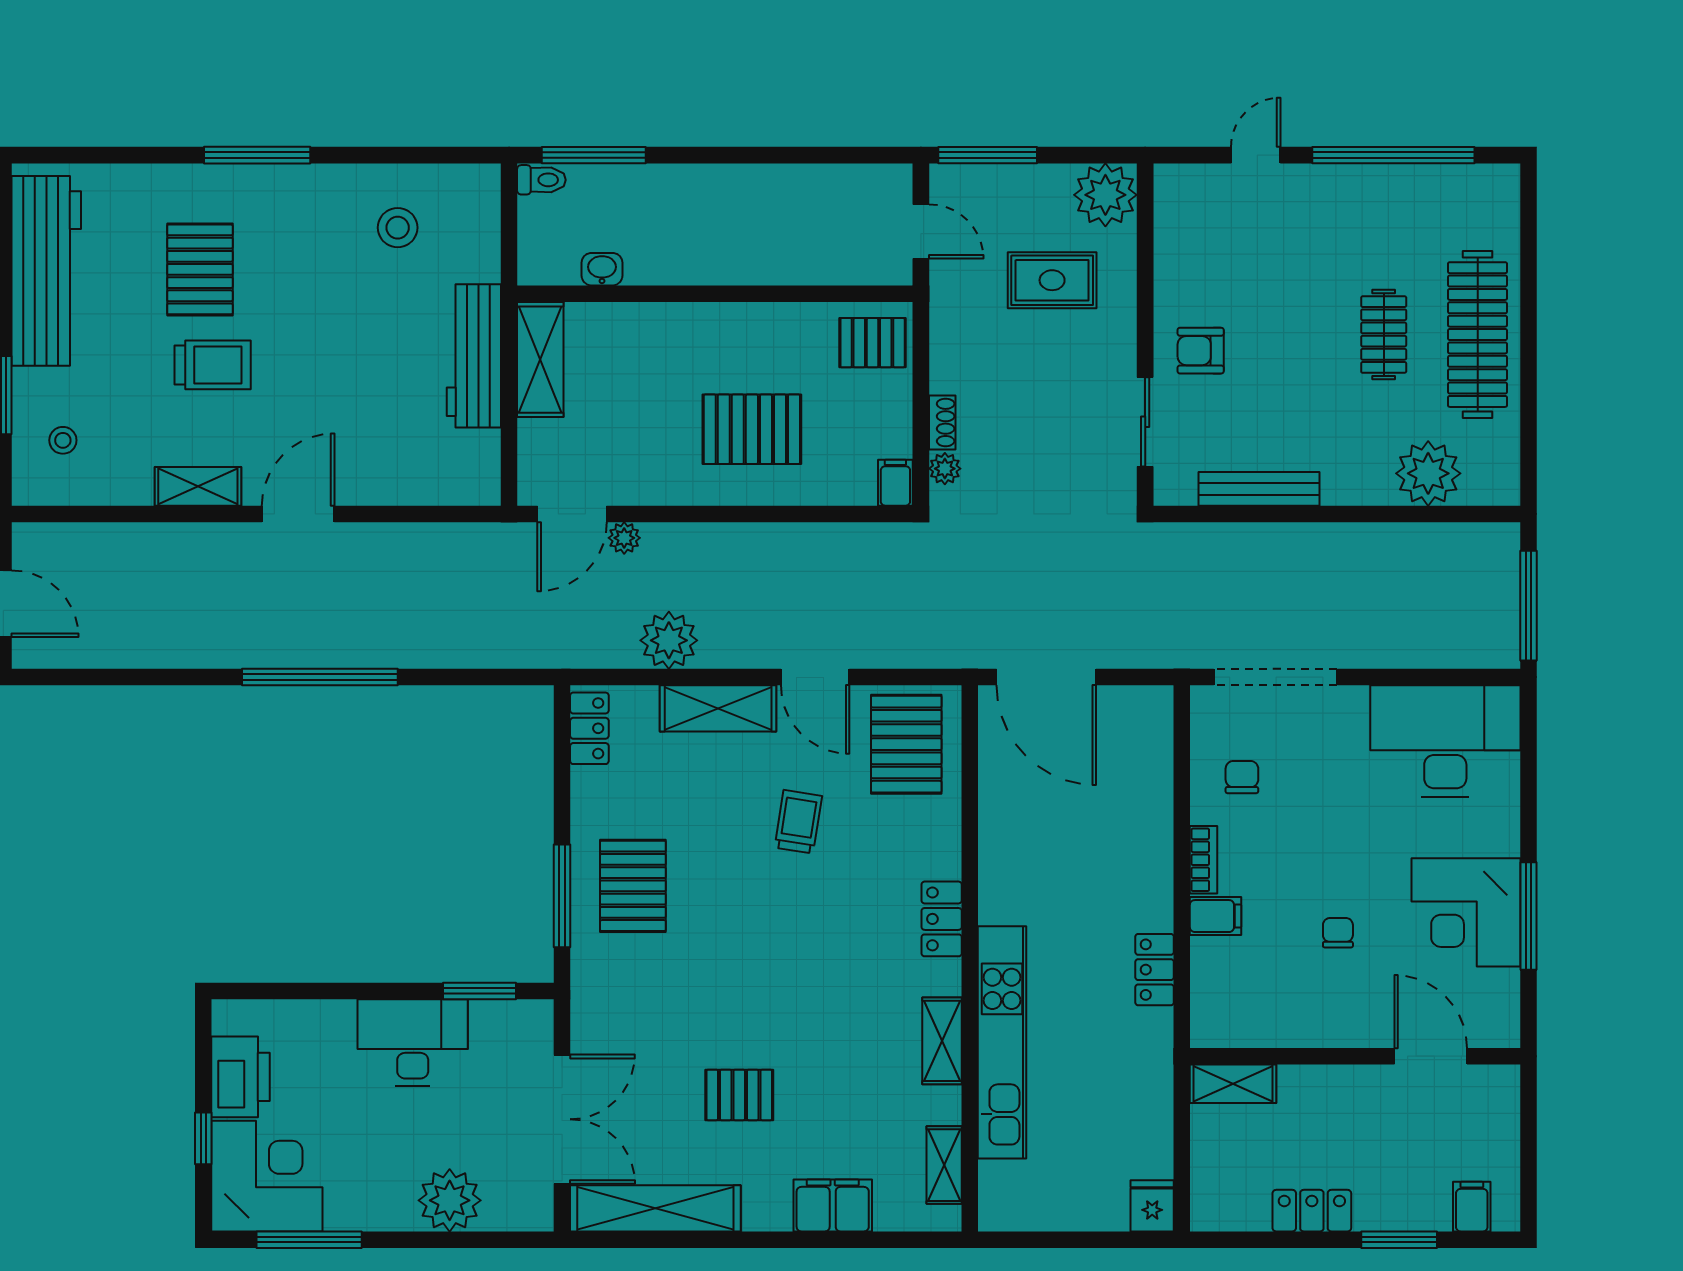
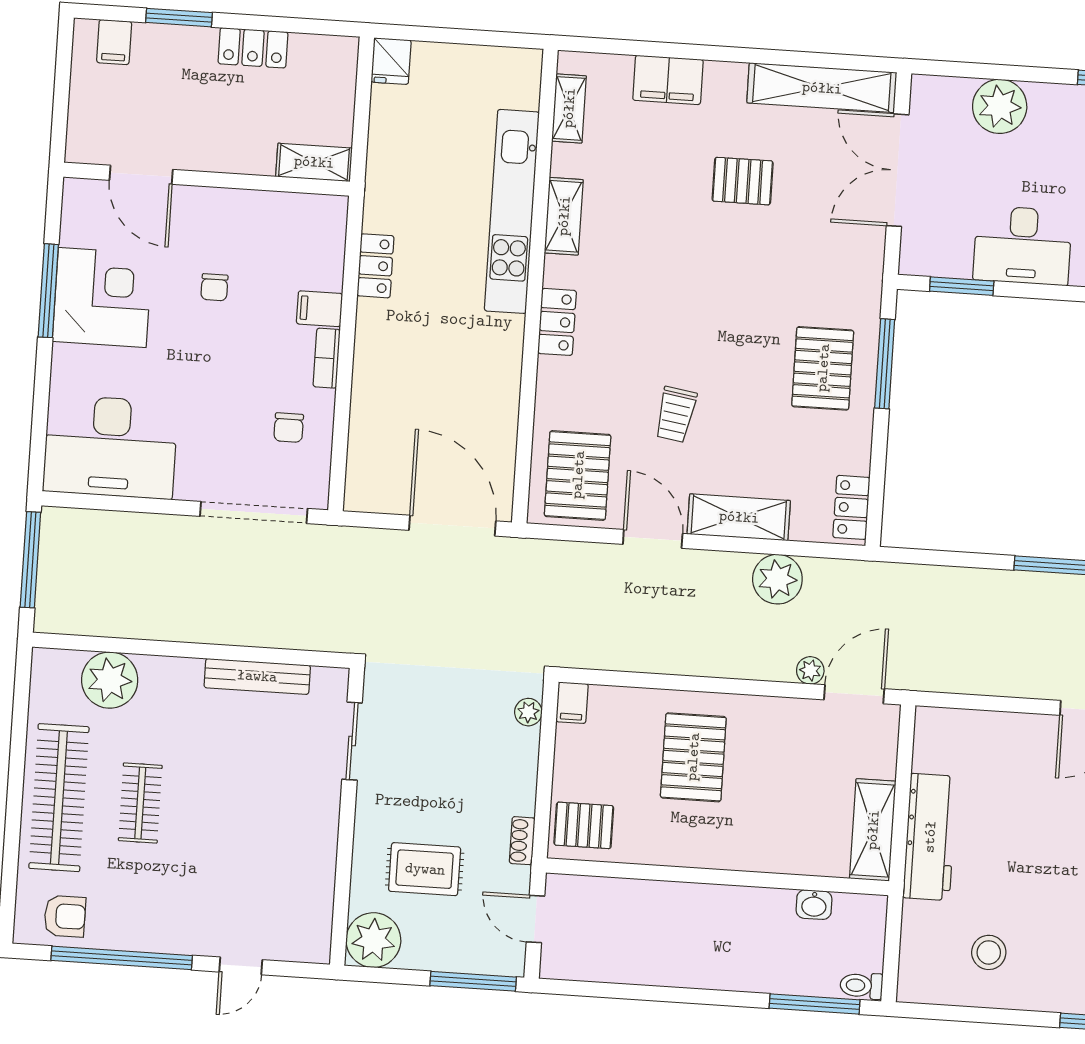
armchair: (1201, 351) -> (65, 916), moved
shoe rack: (942, 422) -> (522, 841), moved
pallet: (752, 429) -> (693, 757), turned 90

